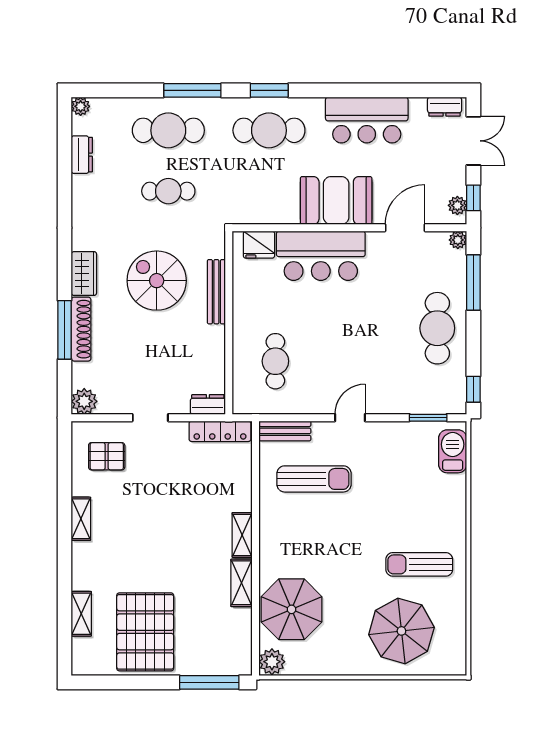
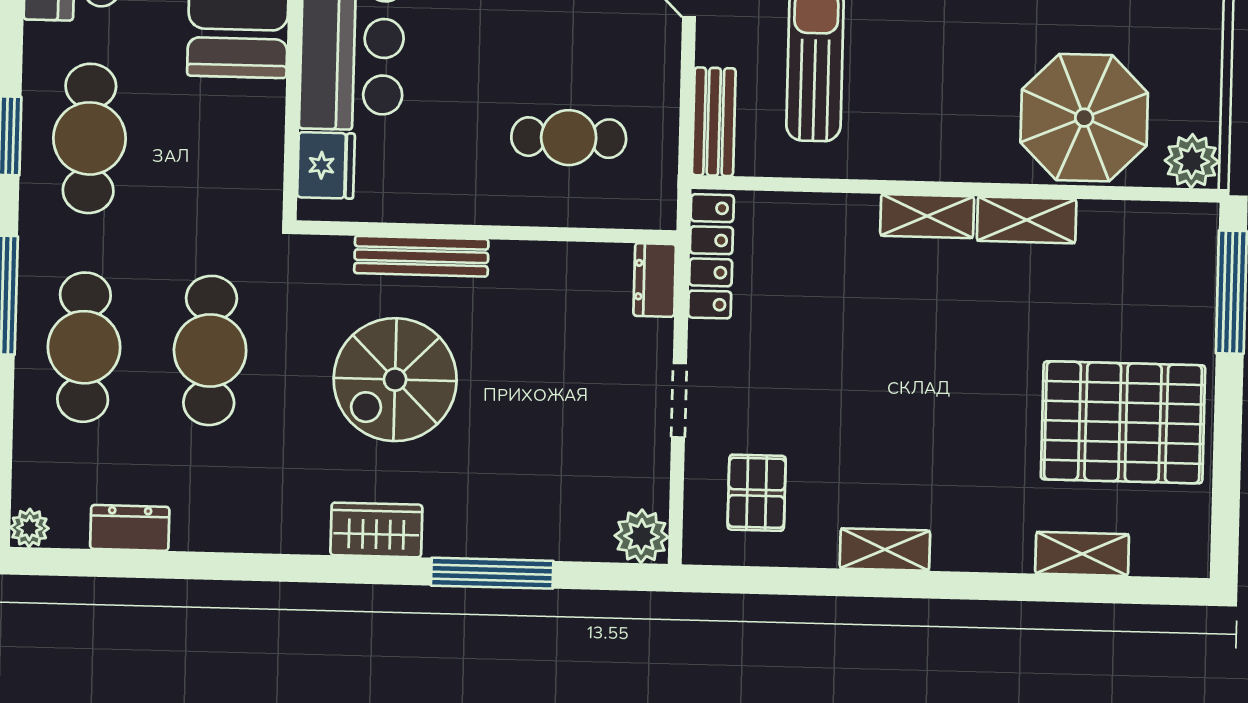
cafe table: (168, 191) -> (210, 350), width x1.37, depth x1.35
shoe rack: (81, 329) -> (492, 539), removed

